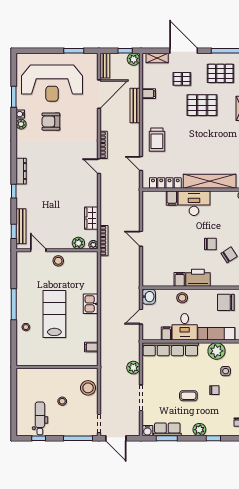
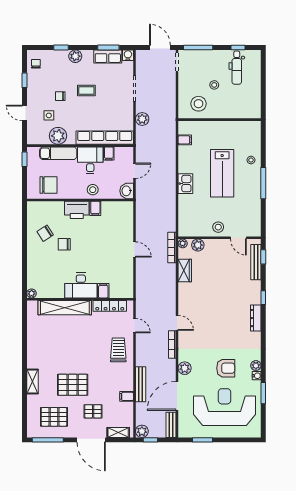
plant: (91, 122) -> (185, 368), added
stool: (88, 388) -> (198, 104), moved

